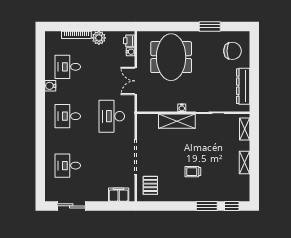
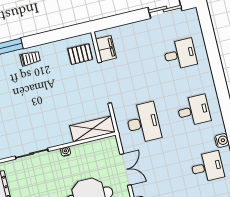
shelving: (177, 121) -> (92, 129), moved
trolley: (193, 172) -> (30, 58), moved
pallet: (150, 185) -> (80, 54), turned 90
filing cabinet: (119, 195) -> (106, 49), moved, turned -90

